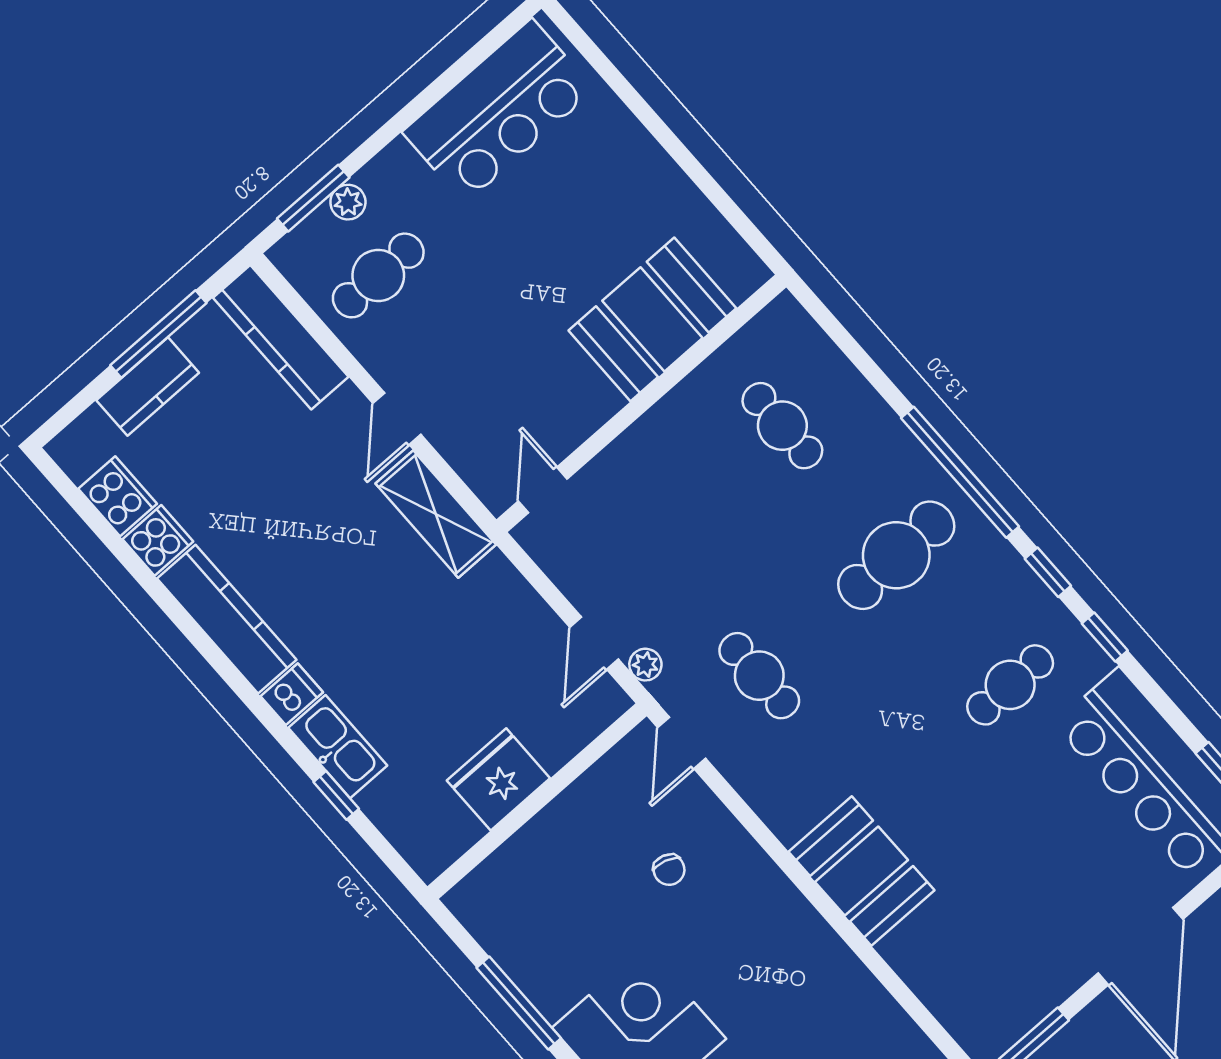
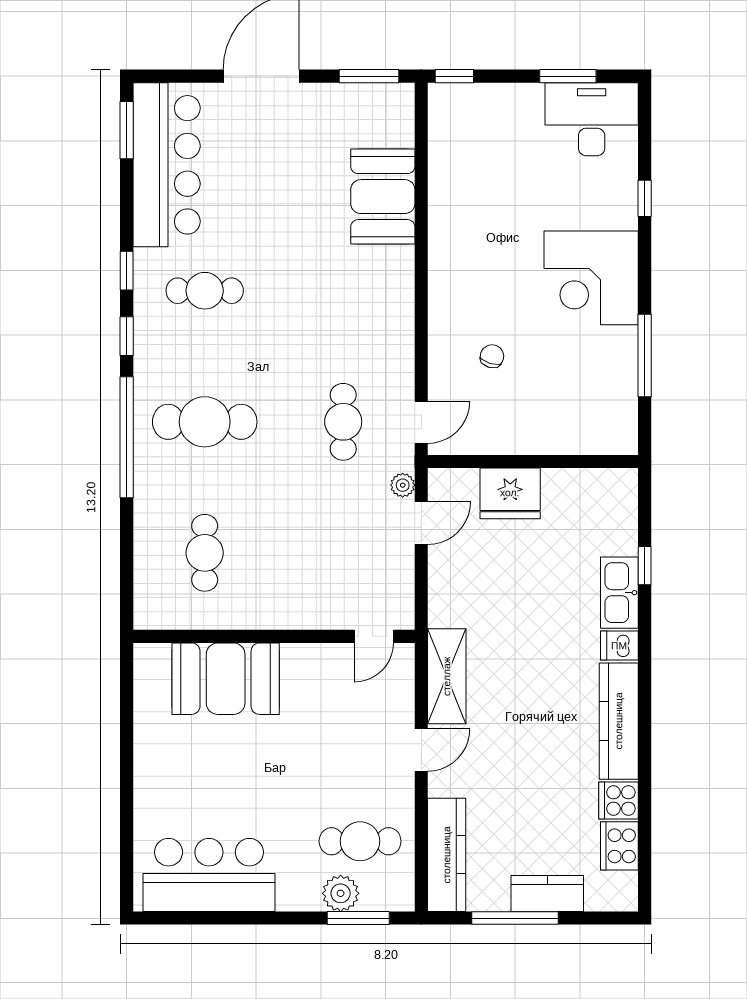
plant: (348, 202) -> (341, 893), width x1.38, depth x1.38
fridge: (498, 779) -> (510, 493), moved
booth: (861, 871) -> (383, 197), moved

